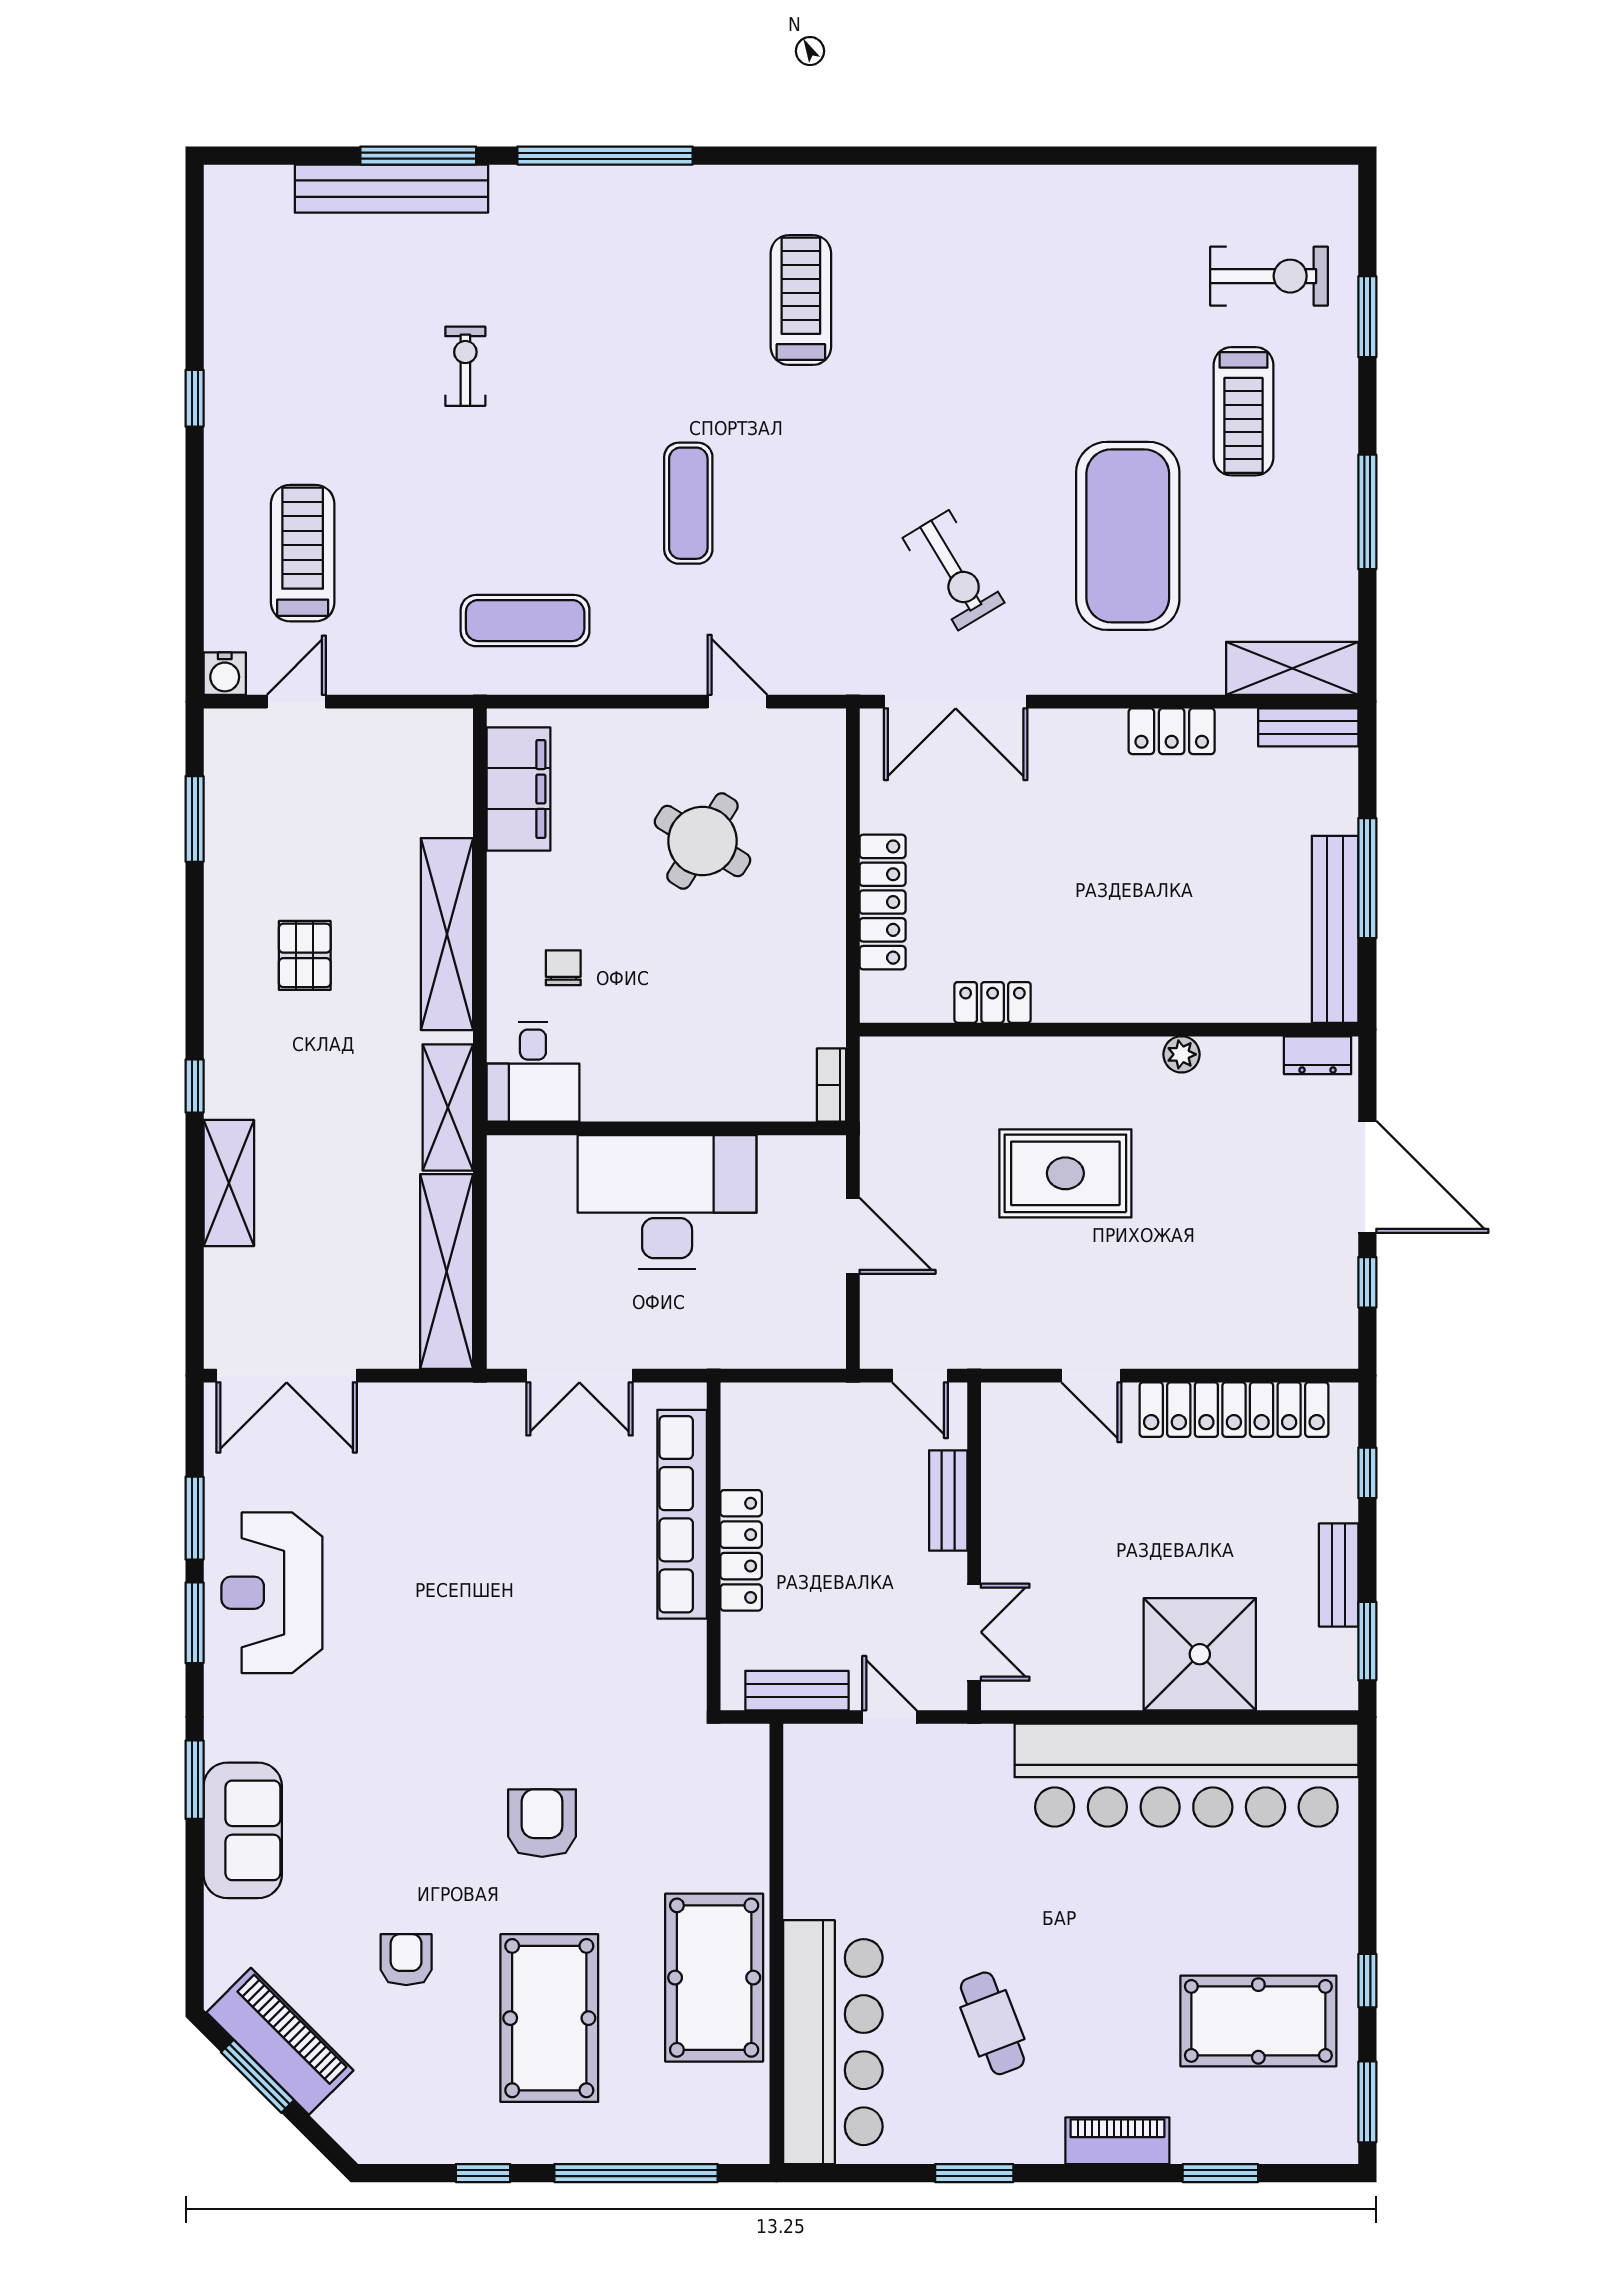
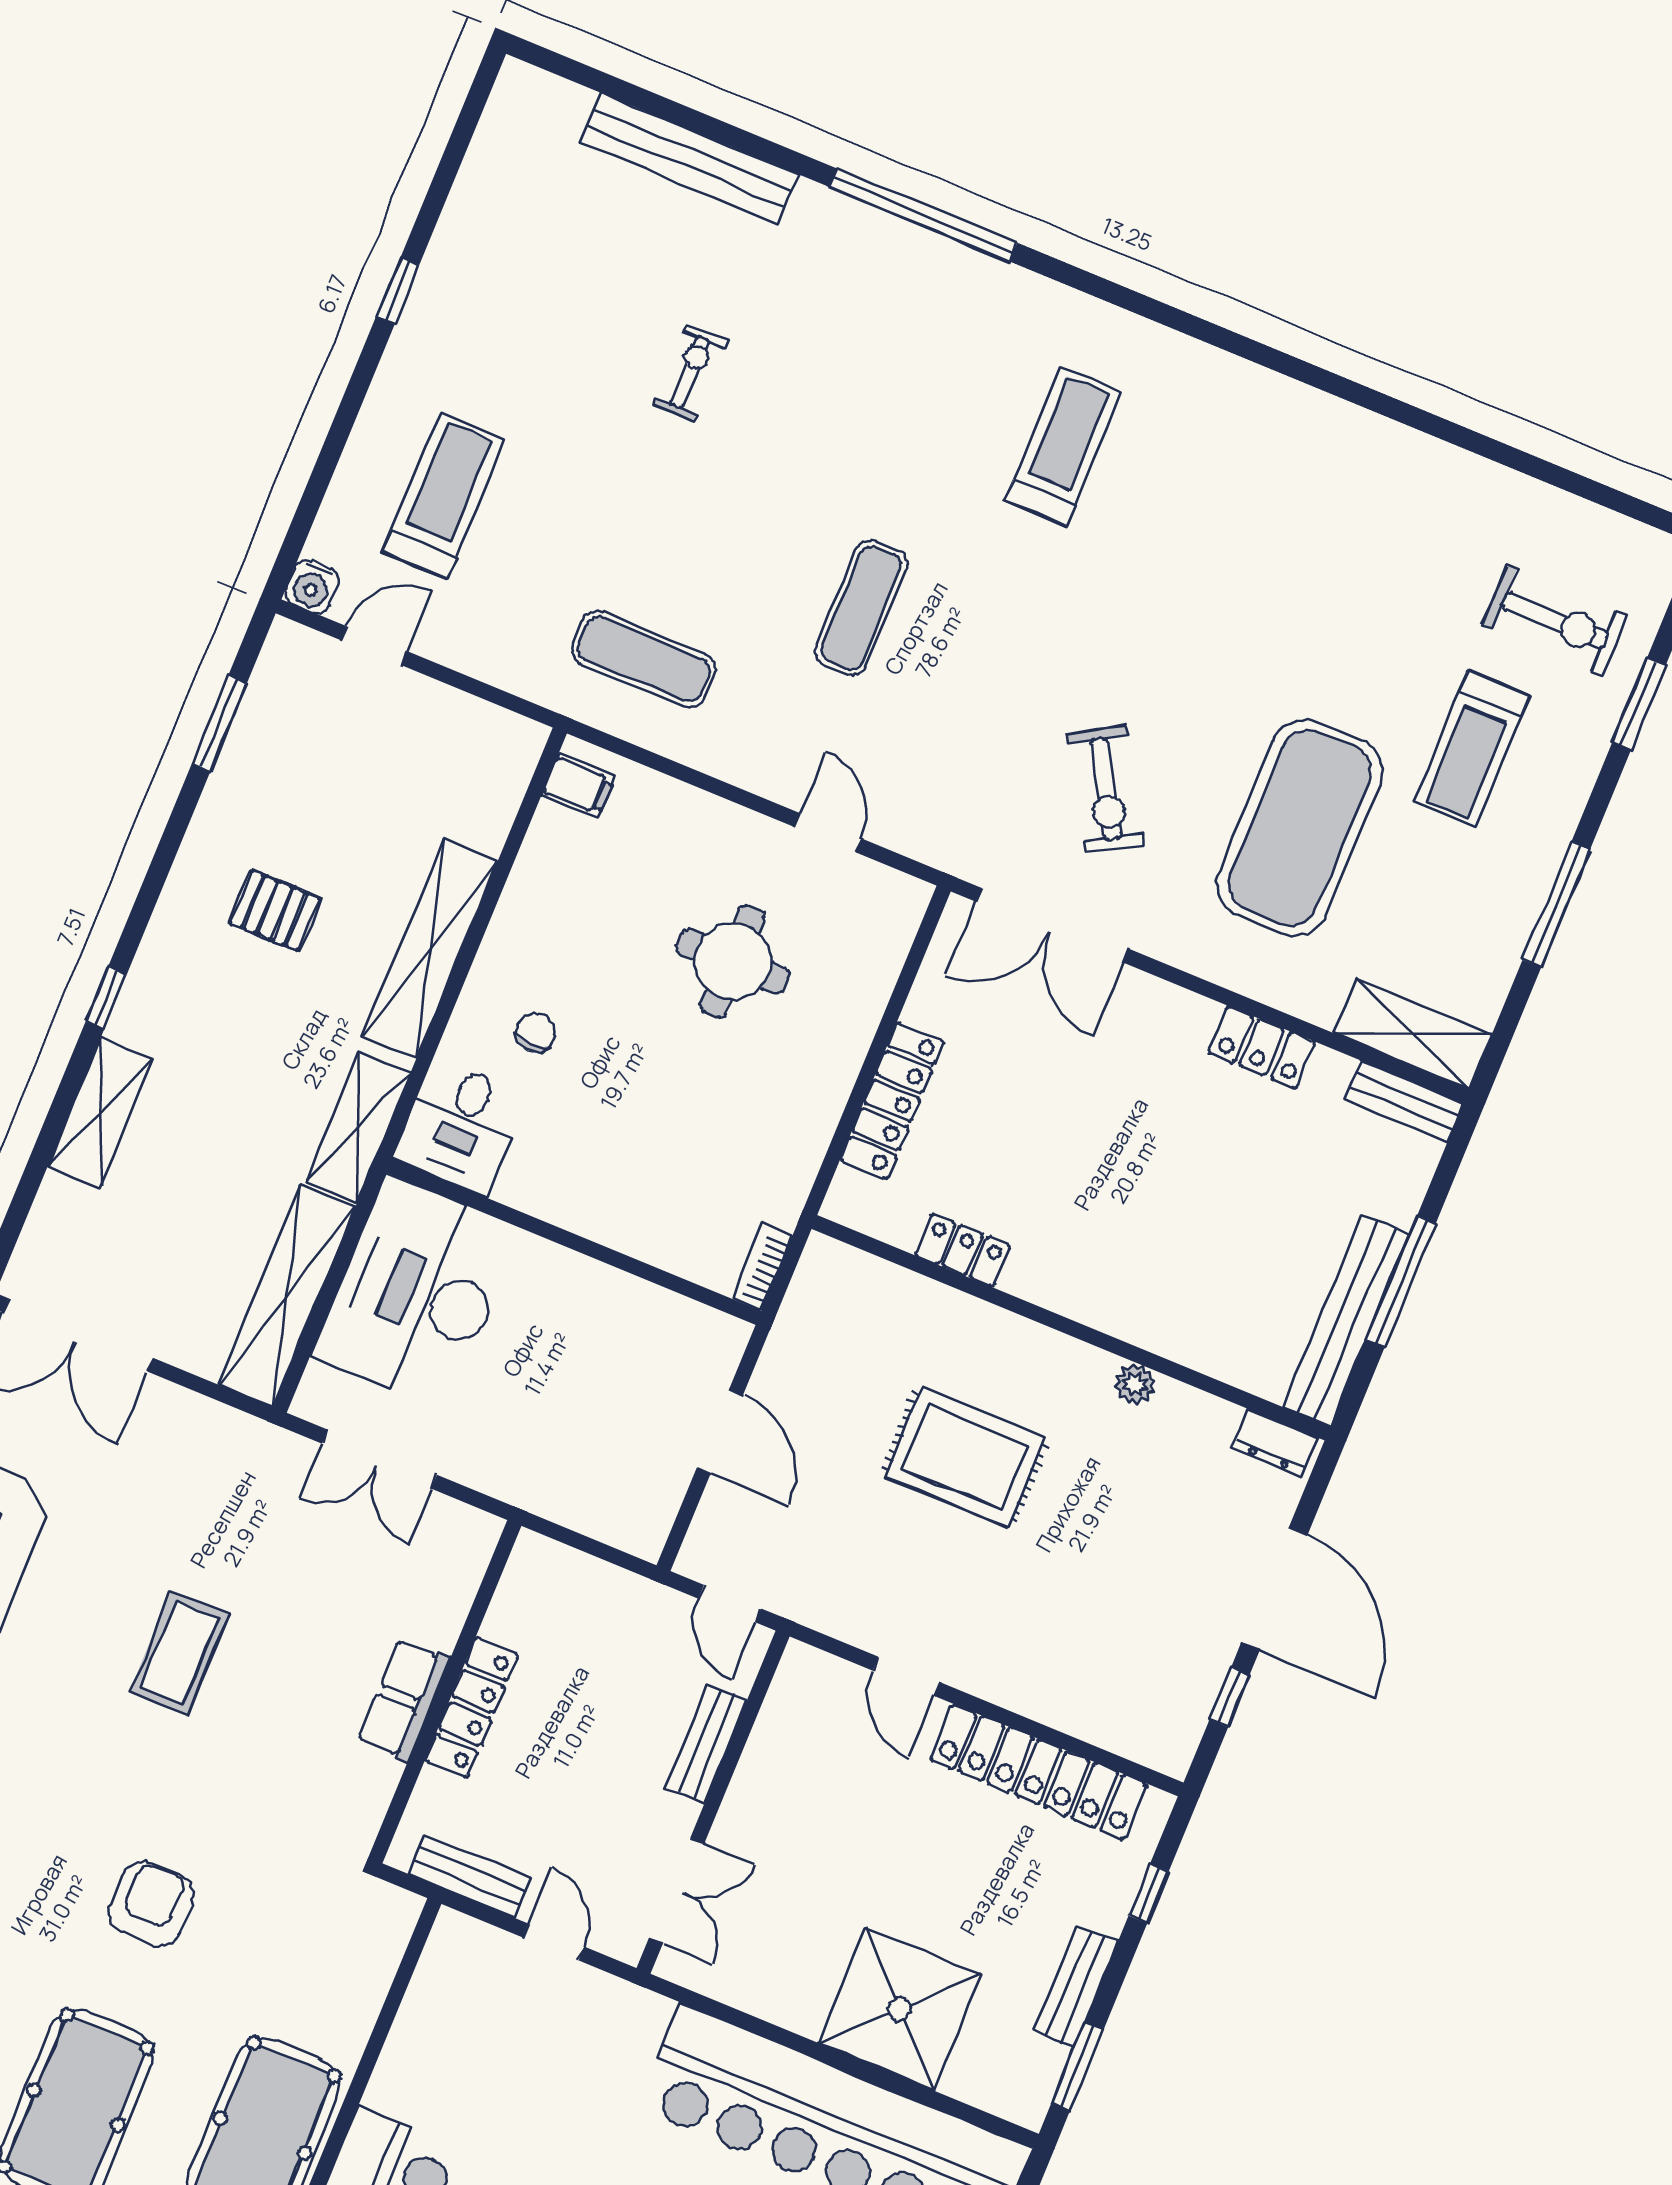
window: (418, 156) -> (731, 136), removed
filing cabinet: (518, 789) -> (578, 786), width x0.33, depth x0.86
round table: (702, 841) -> (733, 961), turned -32
pallet: (305, 955) -> (275, 910), turned 90
desk: (667, 1202) -> (417, 1293), moved, turned -90
row of seats: (682, 1514) -> (404, 1700), width x0.50
coffee table: (480, 1605) -> (179, 1653), added

